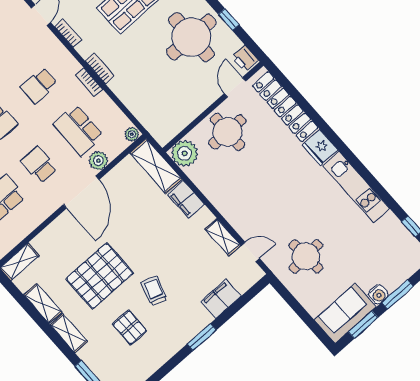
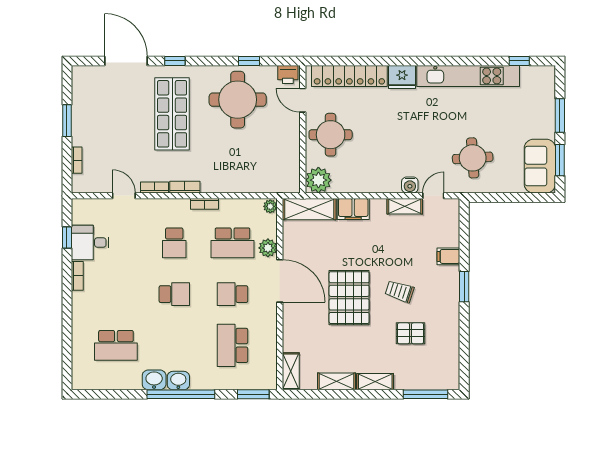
bookcase: (100, 68) -> (185, 187), moved
kitchen unit: (356, 187) -> (468, 76), width x1.36
pallet: (100, 276) -> (349, 298), moved
water cooler: (378, 294) -> (410, 185), moved, turned 90
filing cabinet: (221, 299) -> (448, 256), width x0.50

